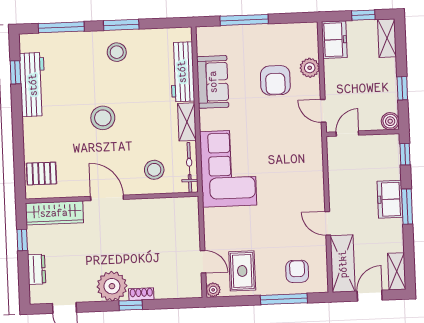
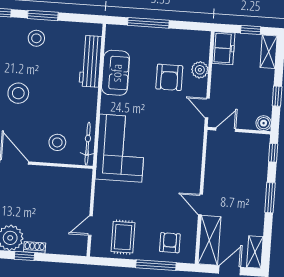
shelving: (187, 122) -> (90, 105), removed
freezer: (390, 199) -> (256, 190), removed
door: (203, 262) -> (90, 226), swing flipped
plant: (213, 290) -> (96, 251), removed

